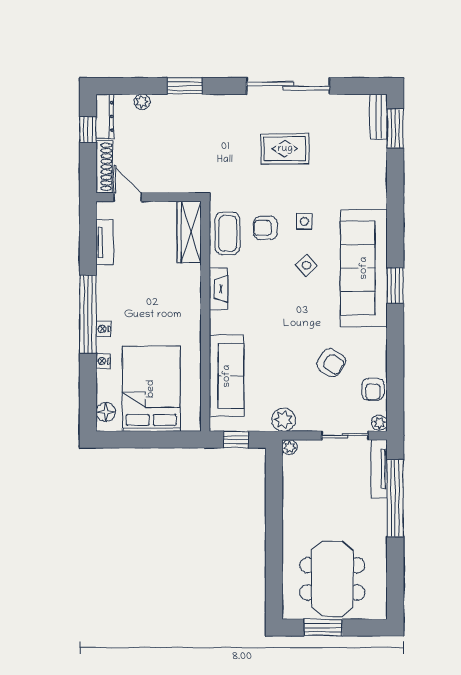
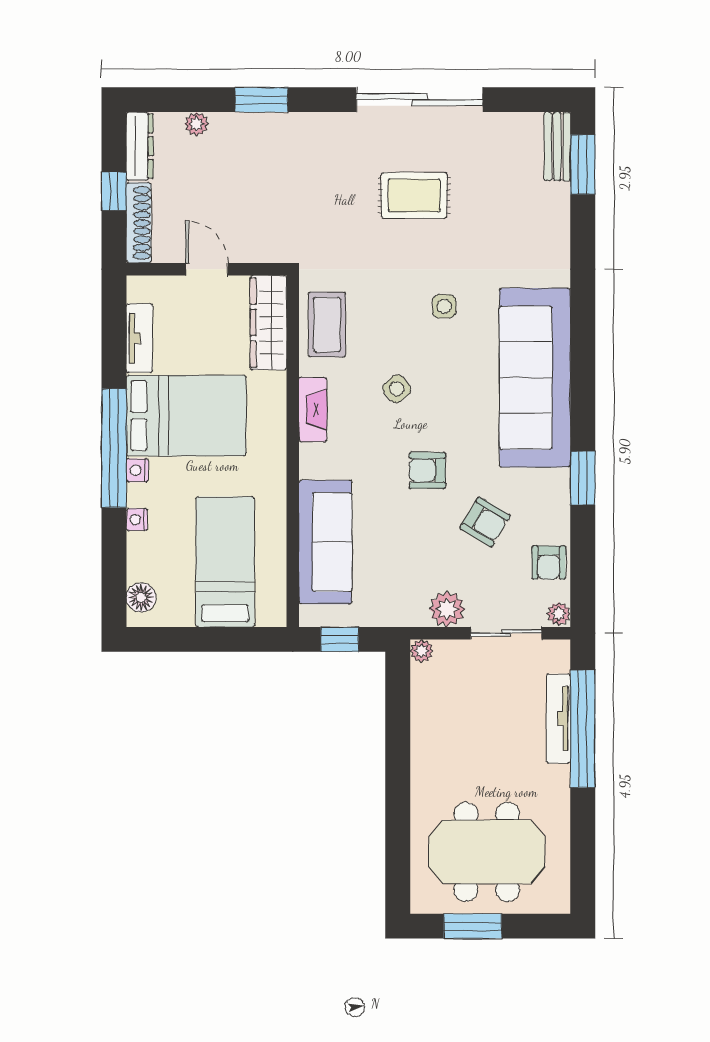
window: (88, 130) -> (114, 191), moved
door: (128, 197) -> (207, 269), moved
armchair: (265, 228) -> (427, 470), moved
side table: (306, 265) -> (397, 389), moved
window: (395, 286) -> (583, 478), moved
bed: (135, 293) -> (186, 416), added
bed: (151, 389) -> (225, 562), width x0.67
plant: (284, 420) -> (447, 609), moved
tv unit: (379, 469) -> (558, 719), moved
meeting table: (332, 579) -> (487, 852), turned 90

